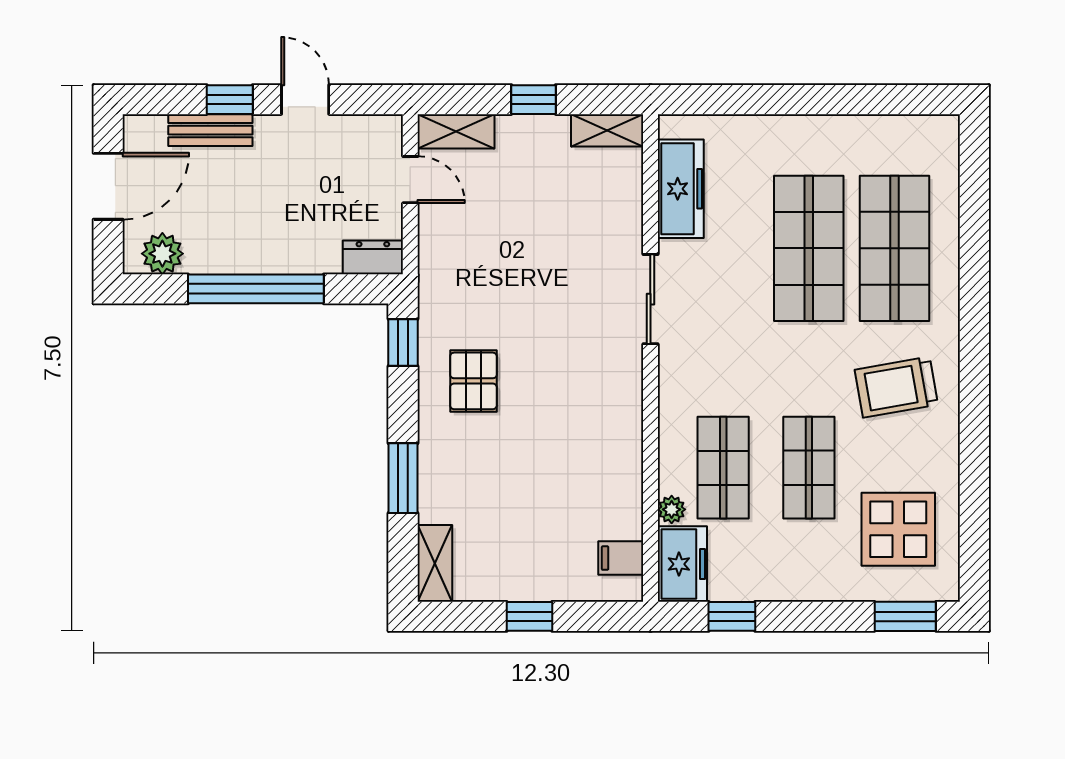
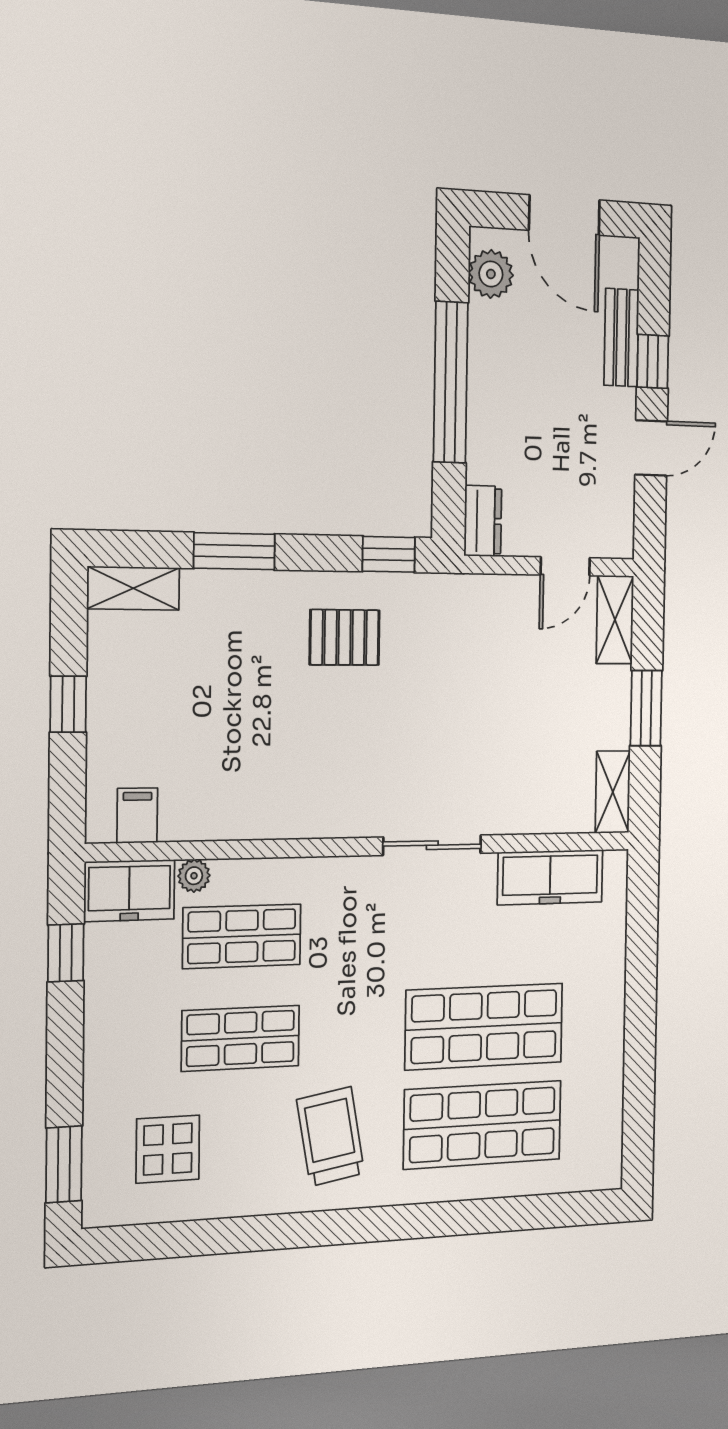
window: (533, 100) -> (646, 708), width x1.50
display table: (898, 529) -> (168, 1149), width x0.73, depth x0.73

